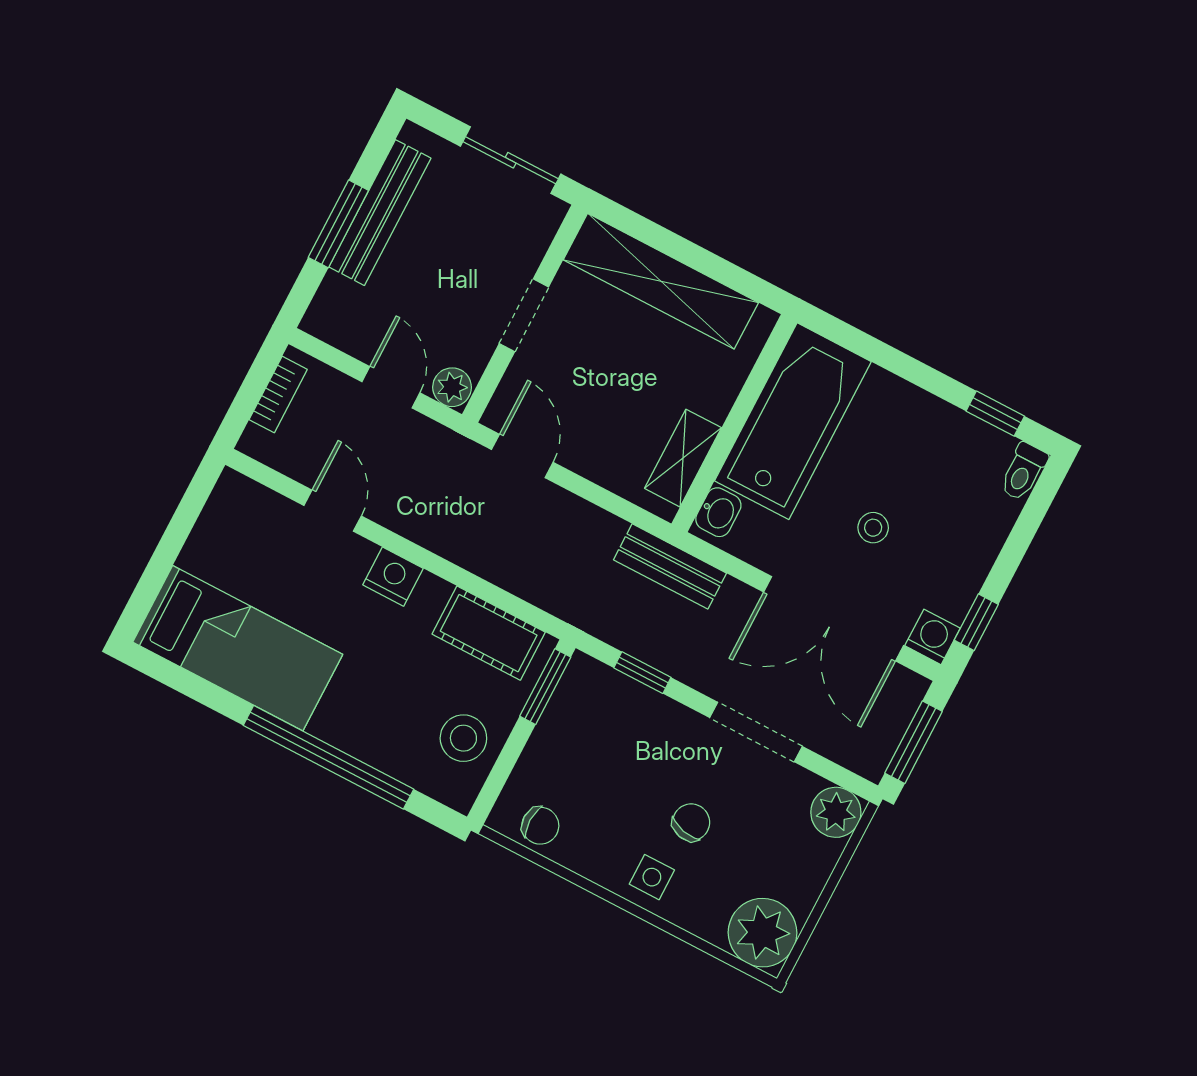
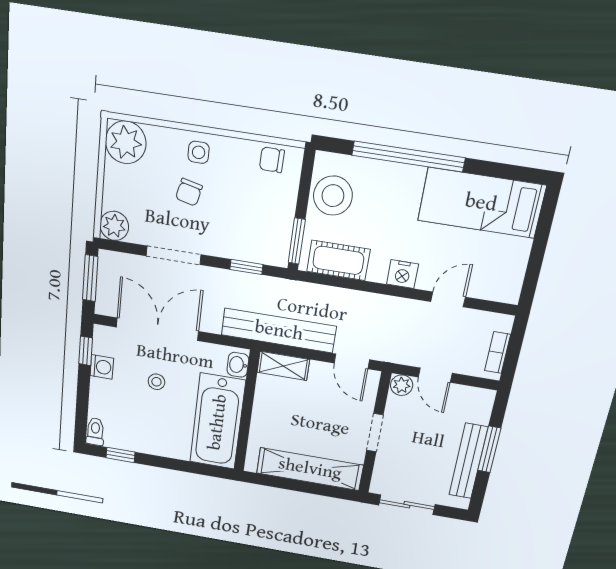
shelving: (683, 458) -> (283, 366), moved, turned 90
door: (333, 511) -> (448, 299), swing flipped
bench: (670, 566) -> (279, 331), width x1.86, depth x1.21
washing machine: (933, 637) -> (102, 367), moved, turned -90
stool: (463, 738) -> (333, 196), width x1.38, depth x1.38

